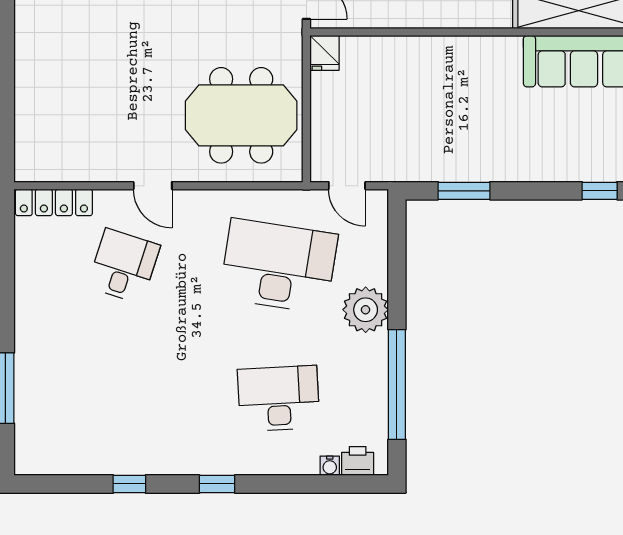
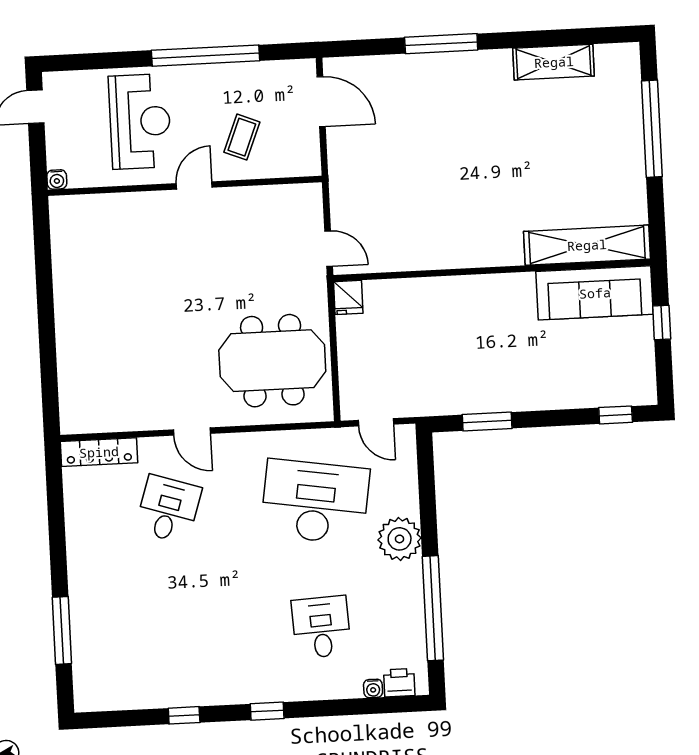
desk: (279, 398) -> (321, 627), width x0.73

